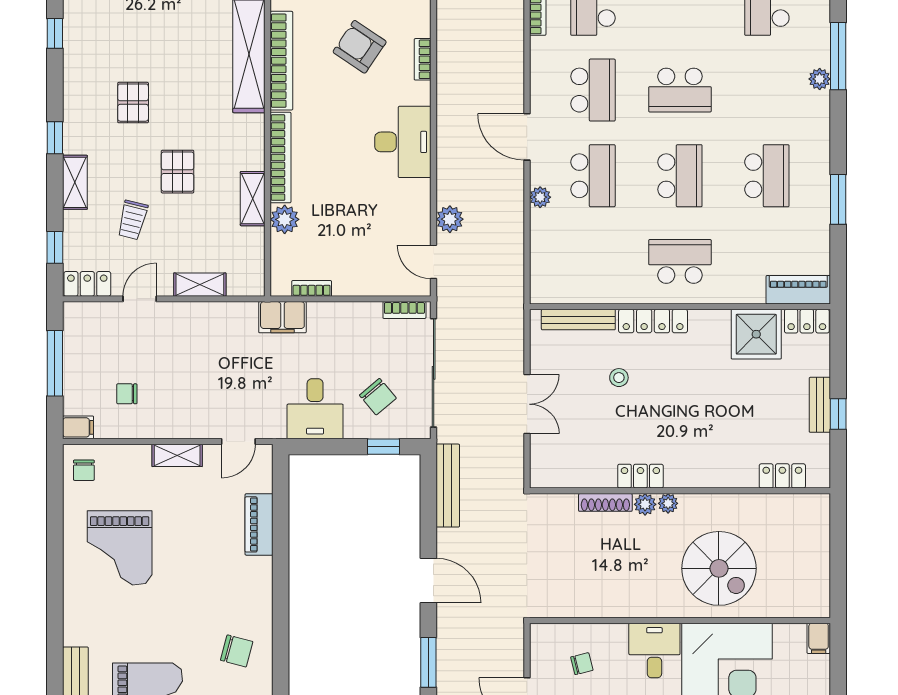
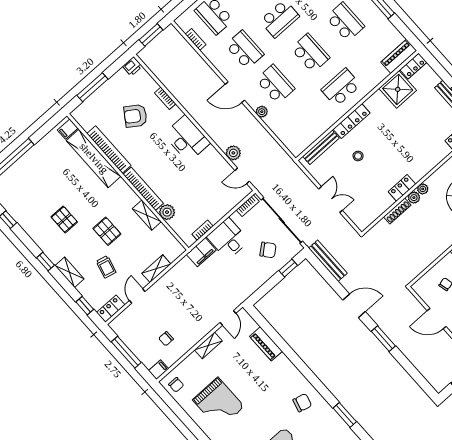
desk: (315, 409) -> (228, 239), moved, turned 180

